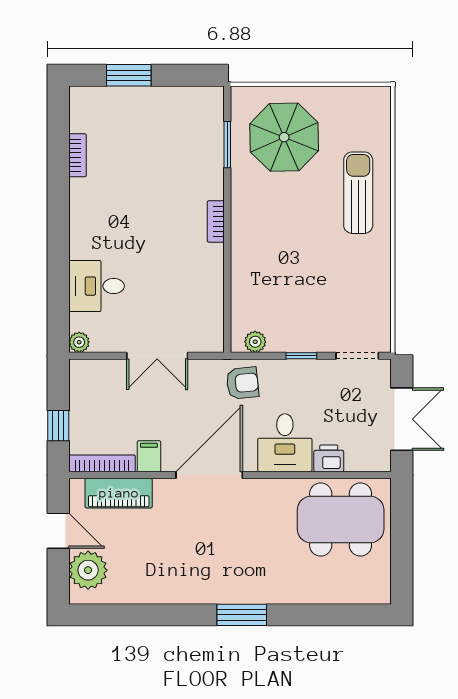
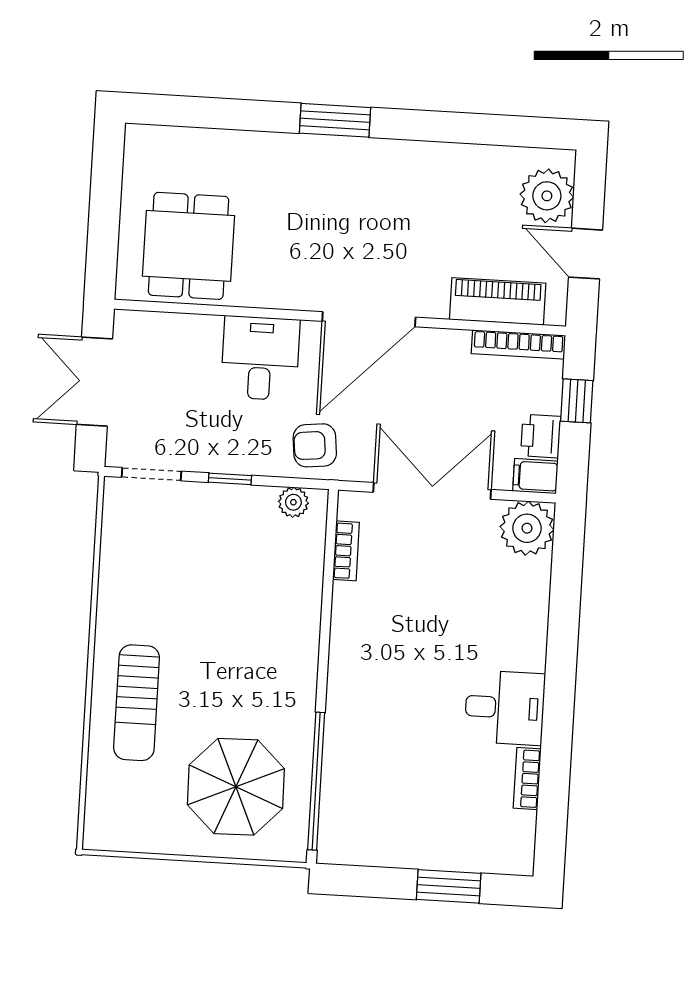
window: (227, 145) -> (316, 781), width x2.11
bookcase: (216, 221) -> (346, 551), moved
desk: (96, 286) -> (505, 708), moved
plant: (79, 342) -> (527, 528), width x1.88, depth x1.88
double door: (157, 356) -> (432, 491), width x1.37
filing cabinet: (149, 456) -> (535, 476), moved, turned 90
printer: (329, 458) -> (541, 436), moved, turned 90
dining table: (341, 519) -> (189, 246), width x0.73

